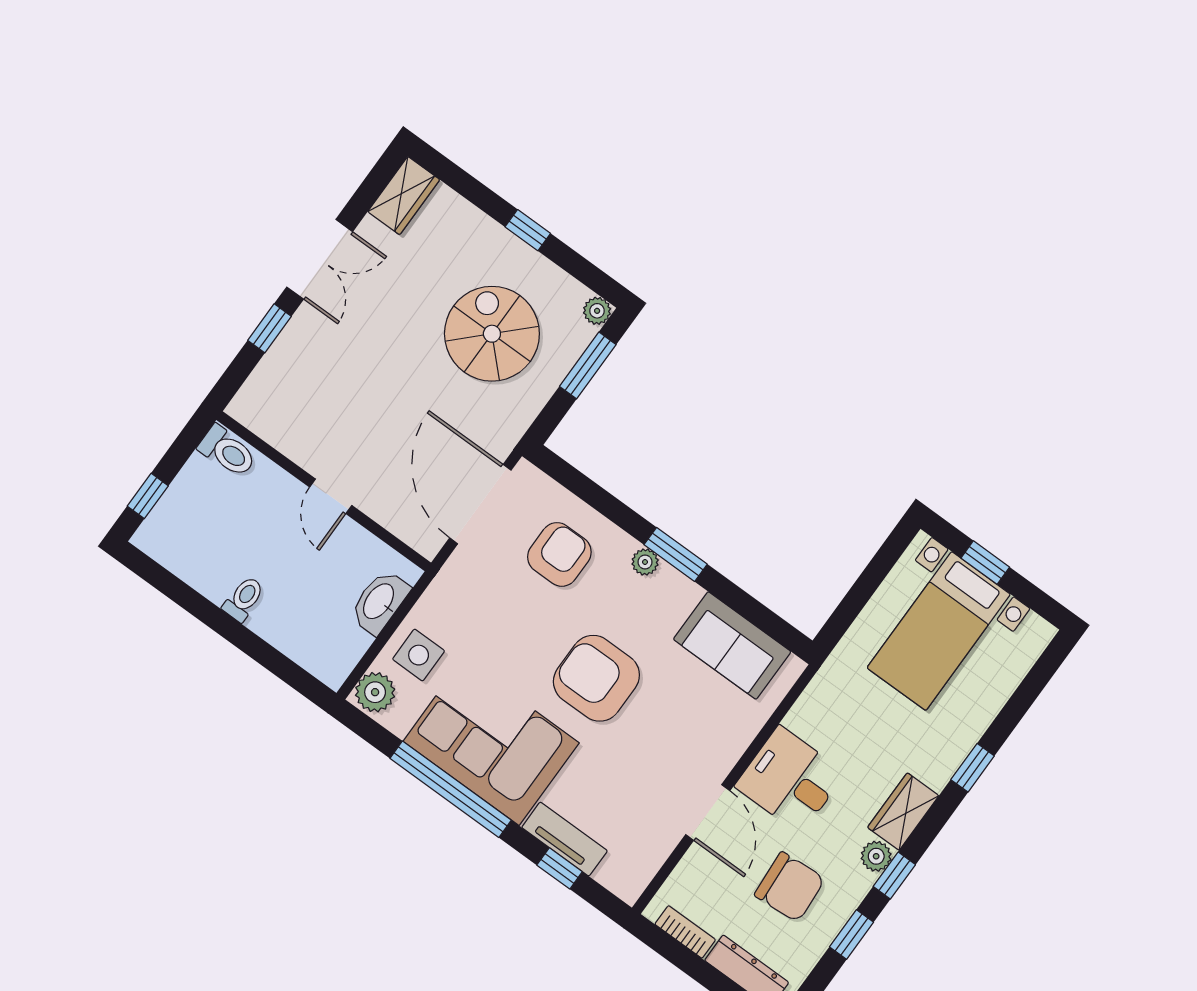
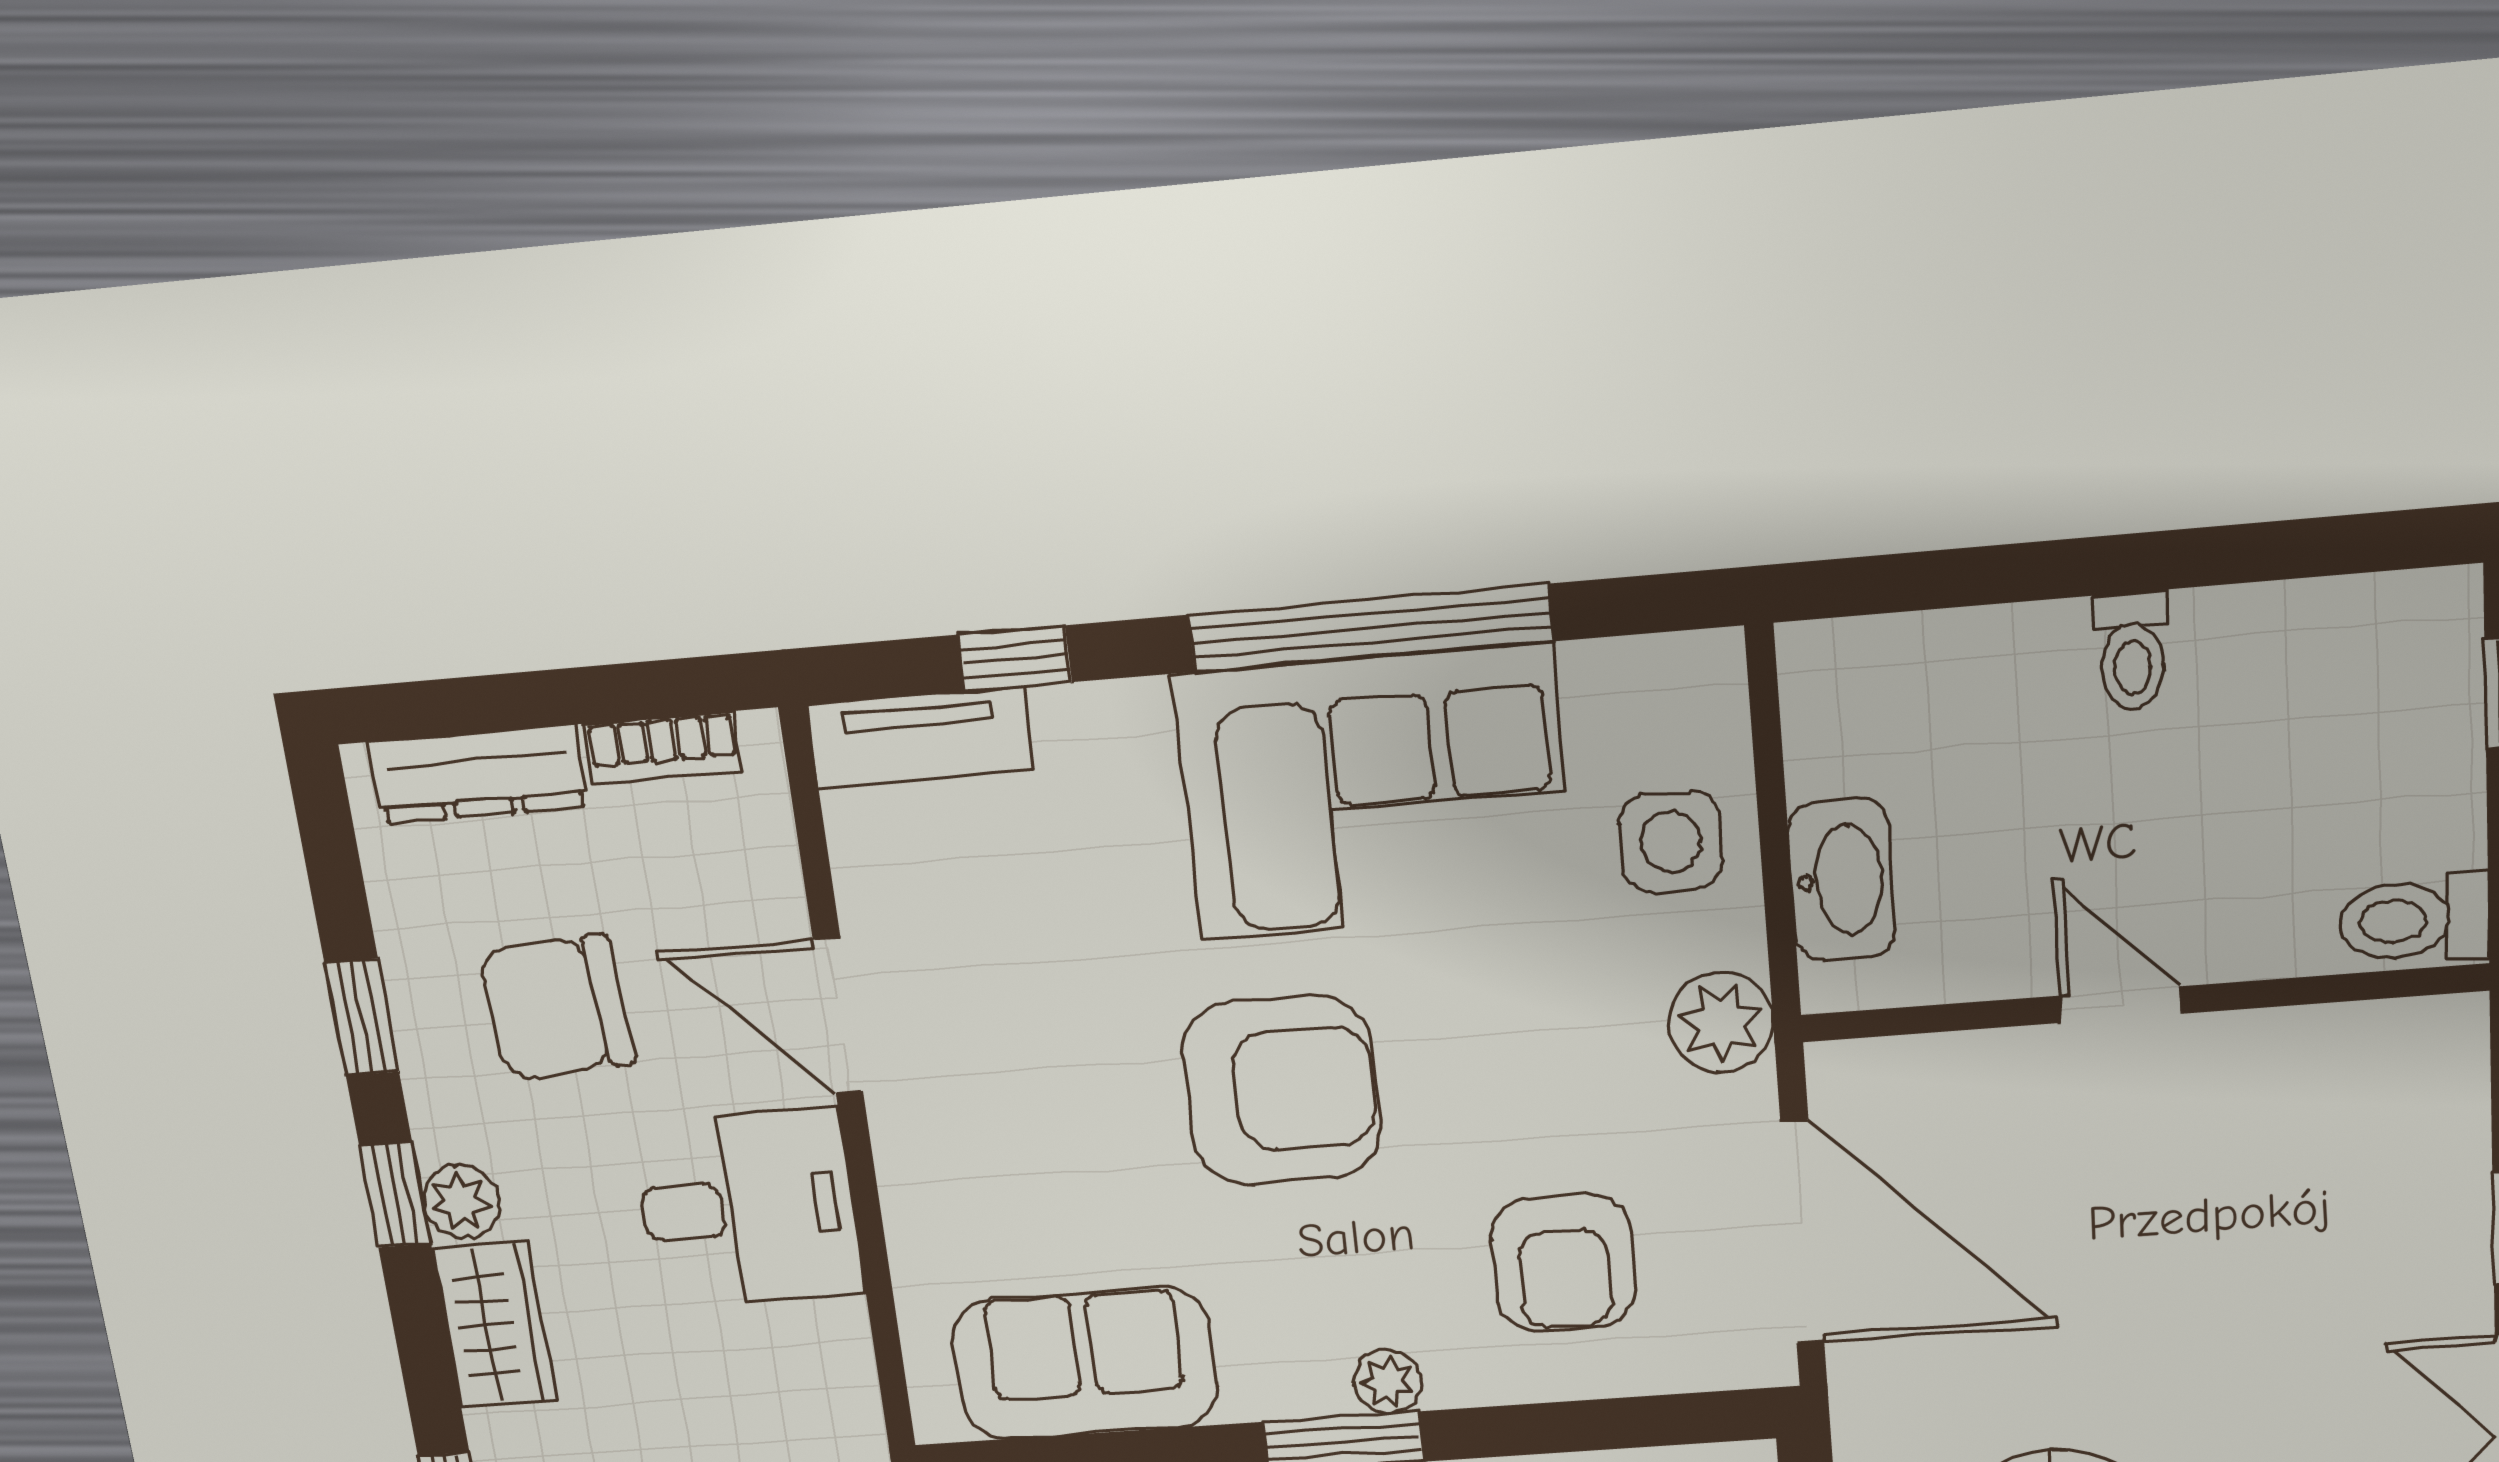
plant: (375, 692) -> (1721, 1023), moved
tv unit: (565, 839) -> (920, 737), moved

